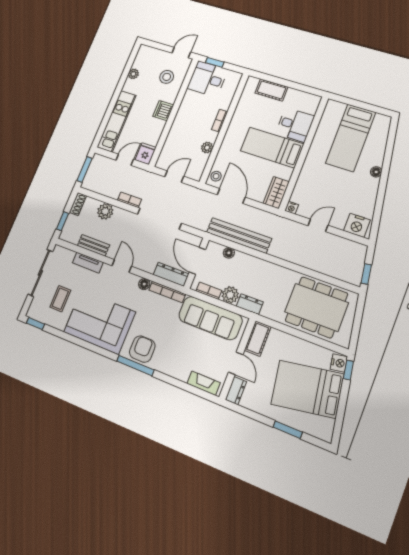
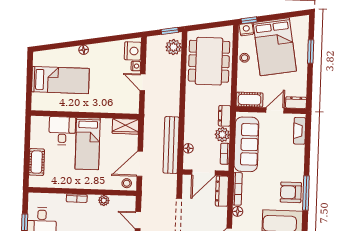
nightstand: (292, 208) -> (136, 66), moved
plant: (346, 272) -> (173, 47), added
stool: (307, 349) -> (245, 58), added

